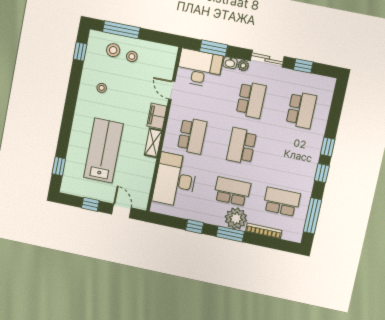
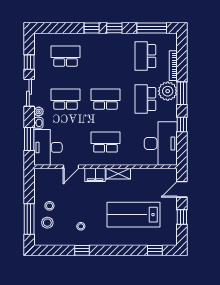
window: (80, 52) -> (82, 250), moved
school desk: (242, 146) -> (105, 99), turned 180
desk: (175, 180) -> (161, 143), moved, turned -90

